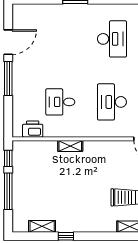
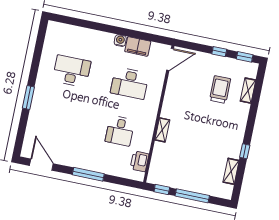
door: (8, 42) -> (41, 165), moved

